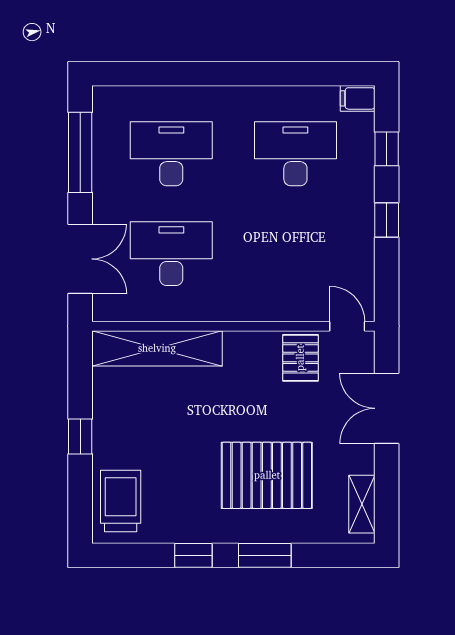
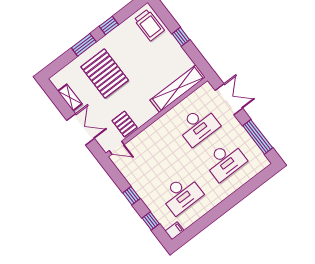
double door: (80, 259) -> (229, 99), swing flipped
pallet: (267, 475) -> (105, 74), turned 90
shelving: (362, 504) -> (70, 98), moved

